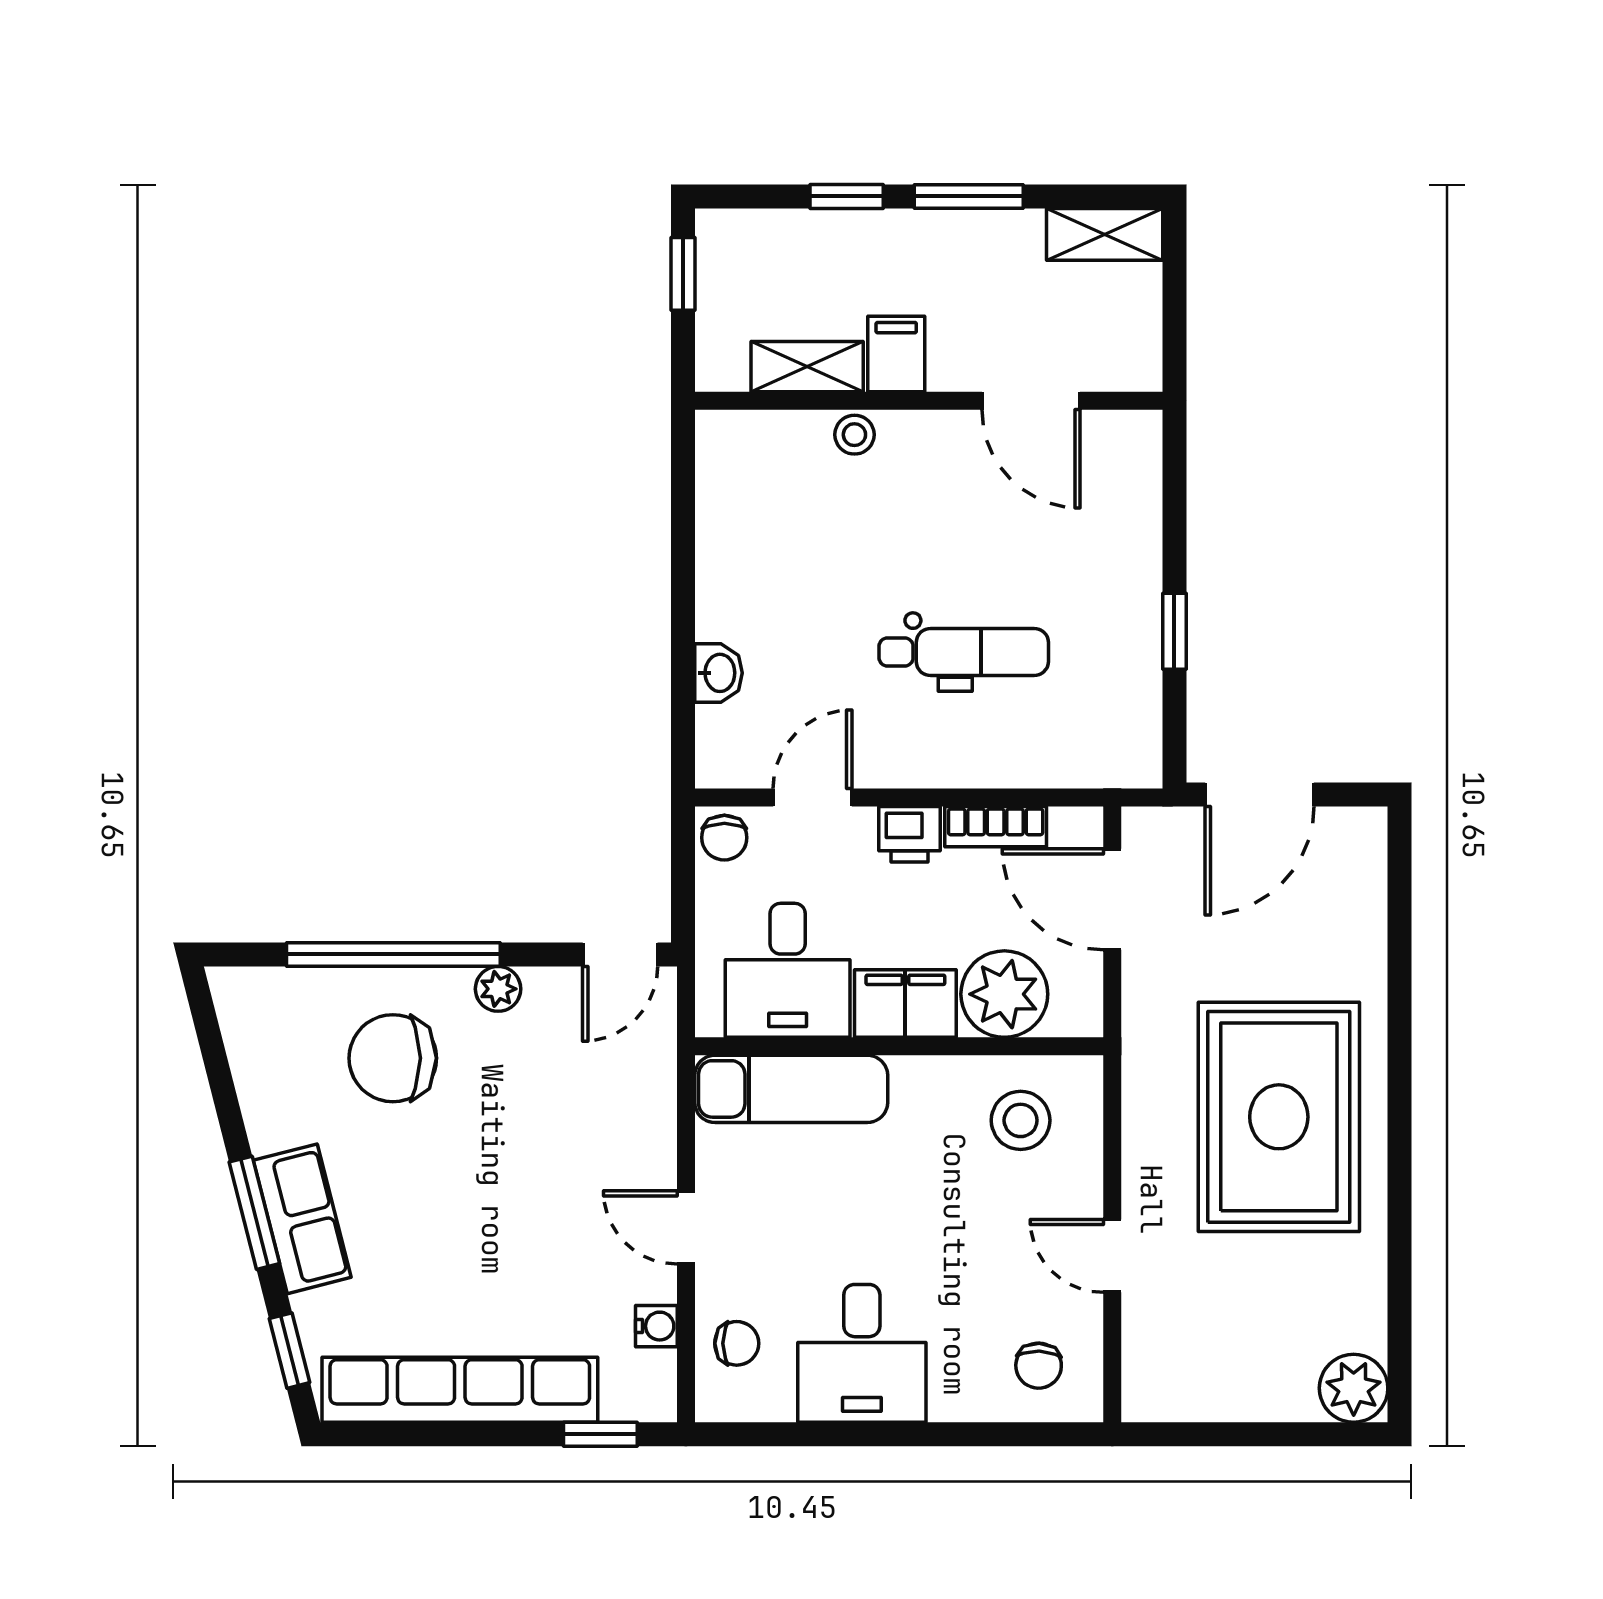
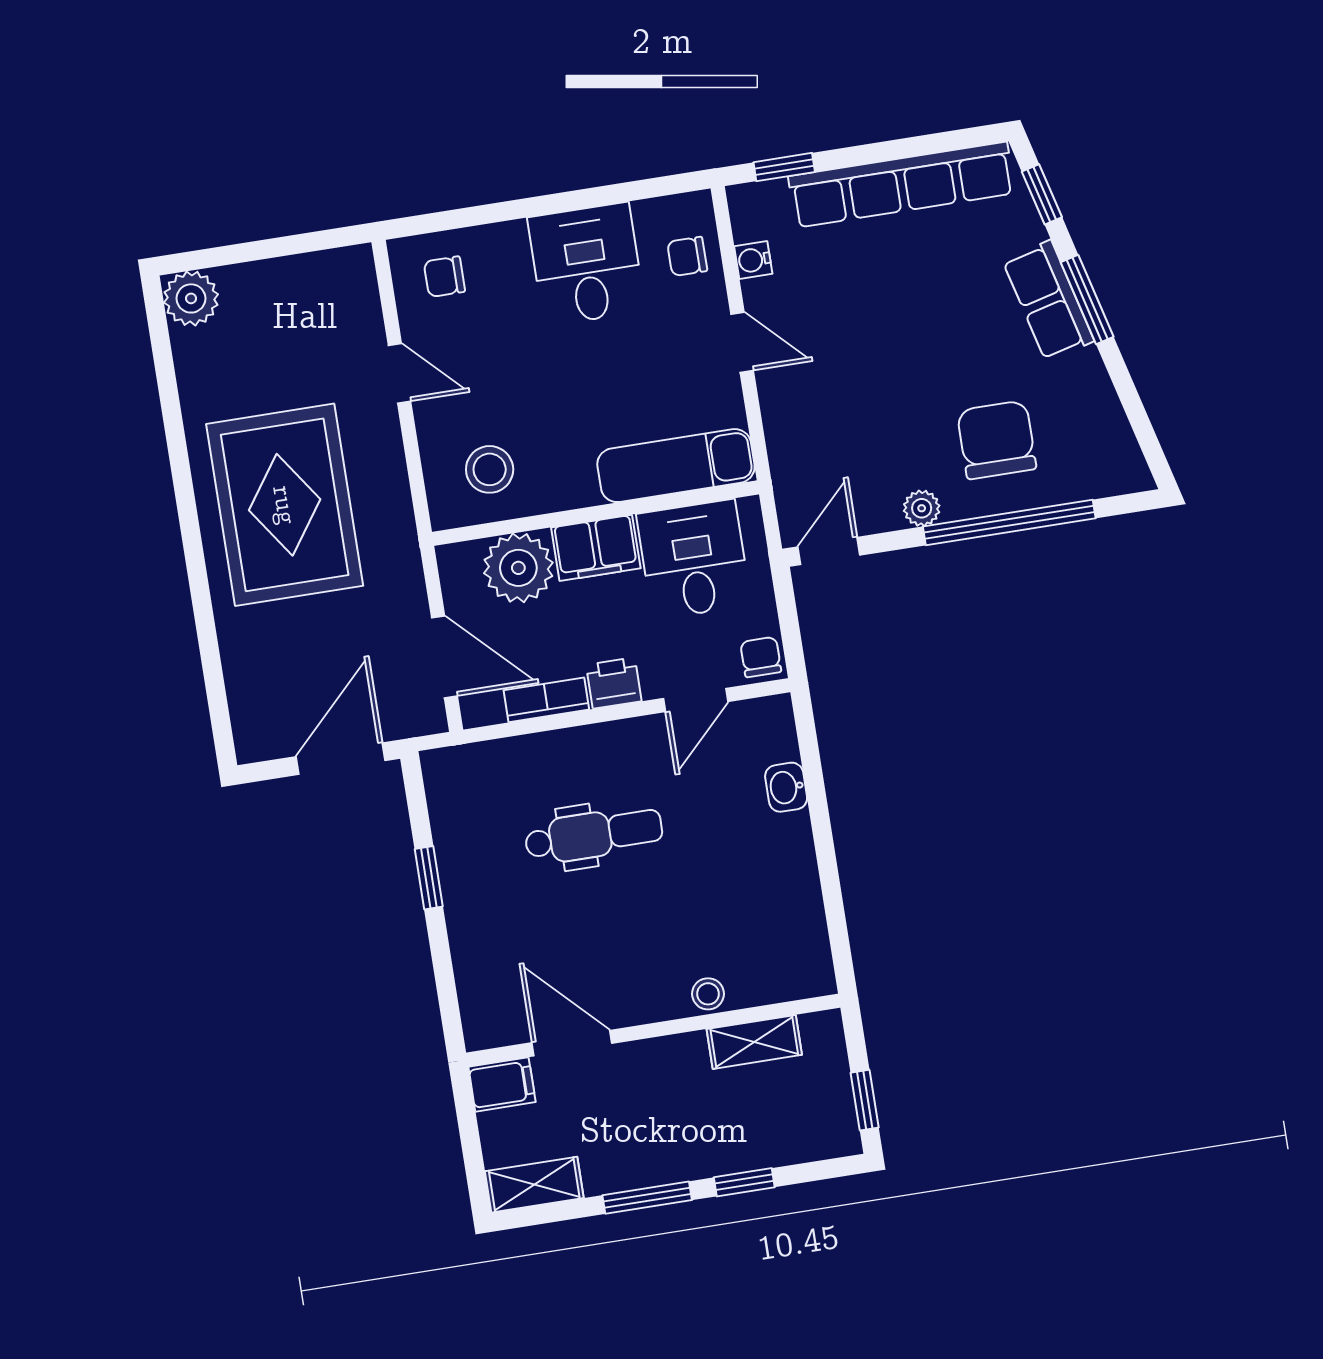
filing cabinet: (896, 354) -> (502, 1084), moved, turned -90
dental chair: (964, 652) -> (594, 835), turned 180
chair: (393, 1058) -> (997, 440), turned -90
chair: (1039, 1366) -> (444, 277), turned -92

